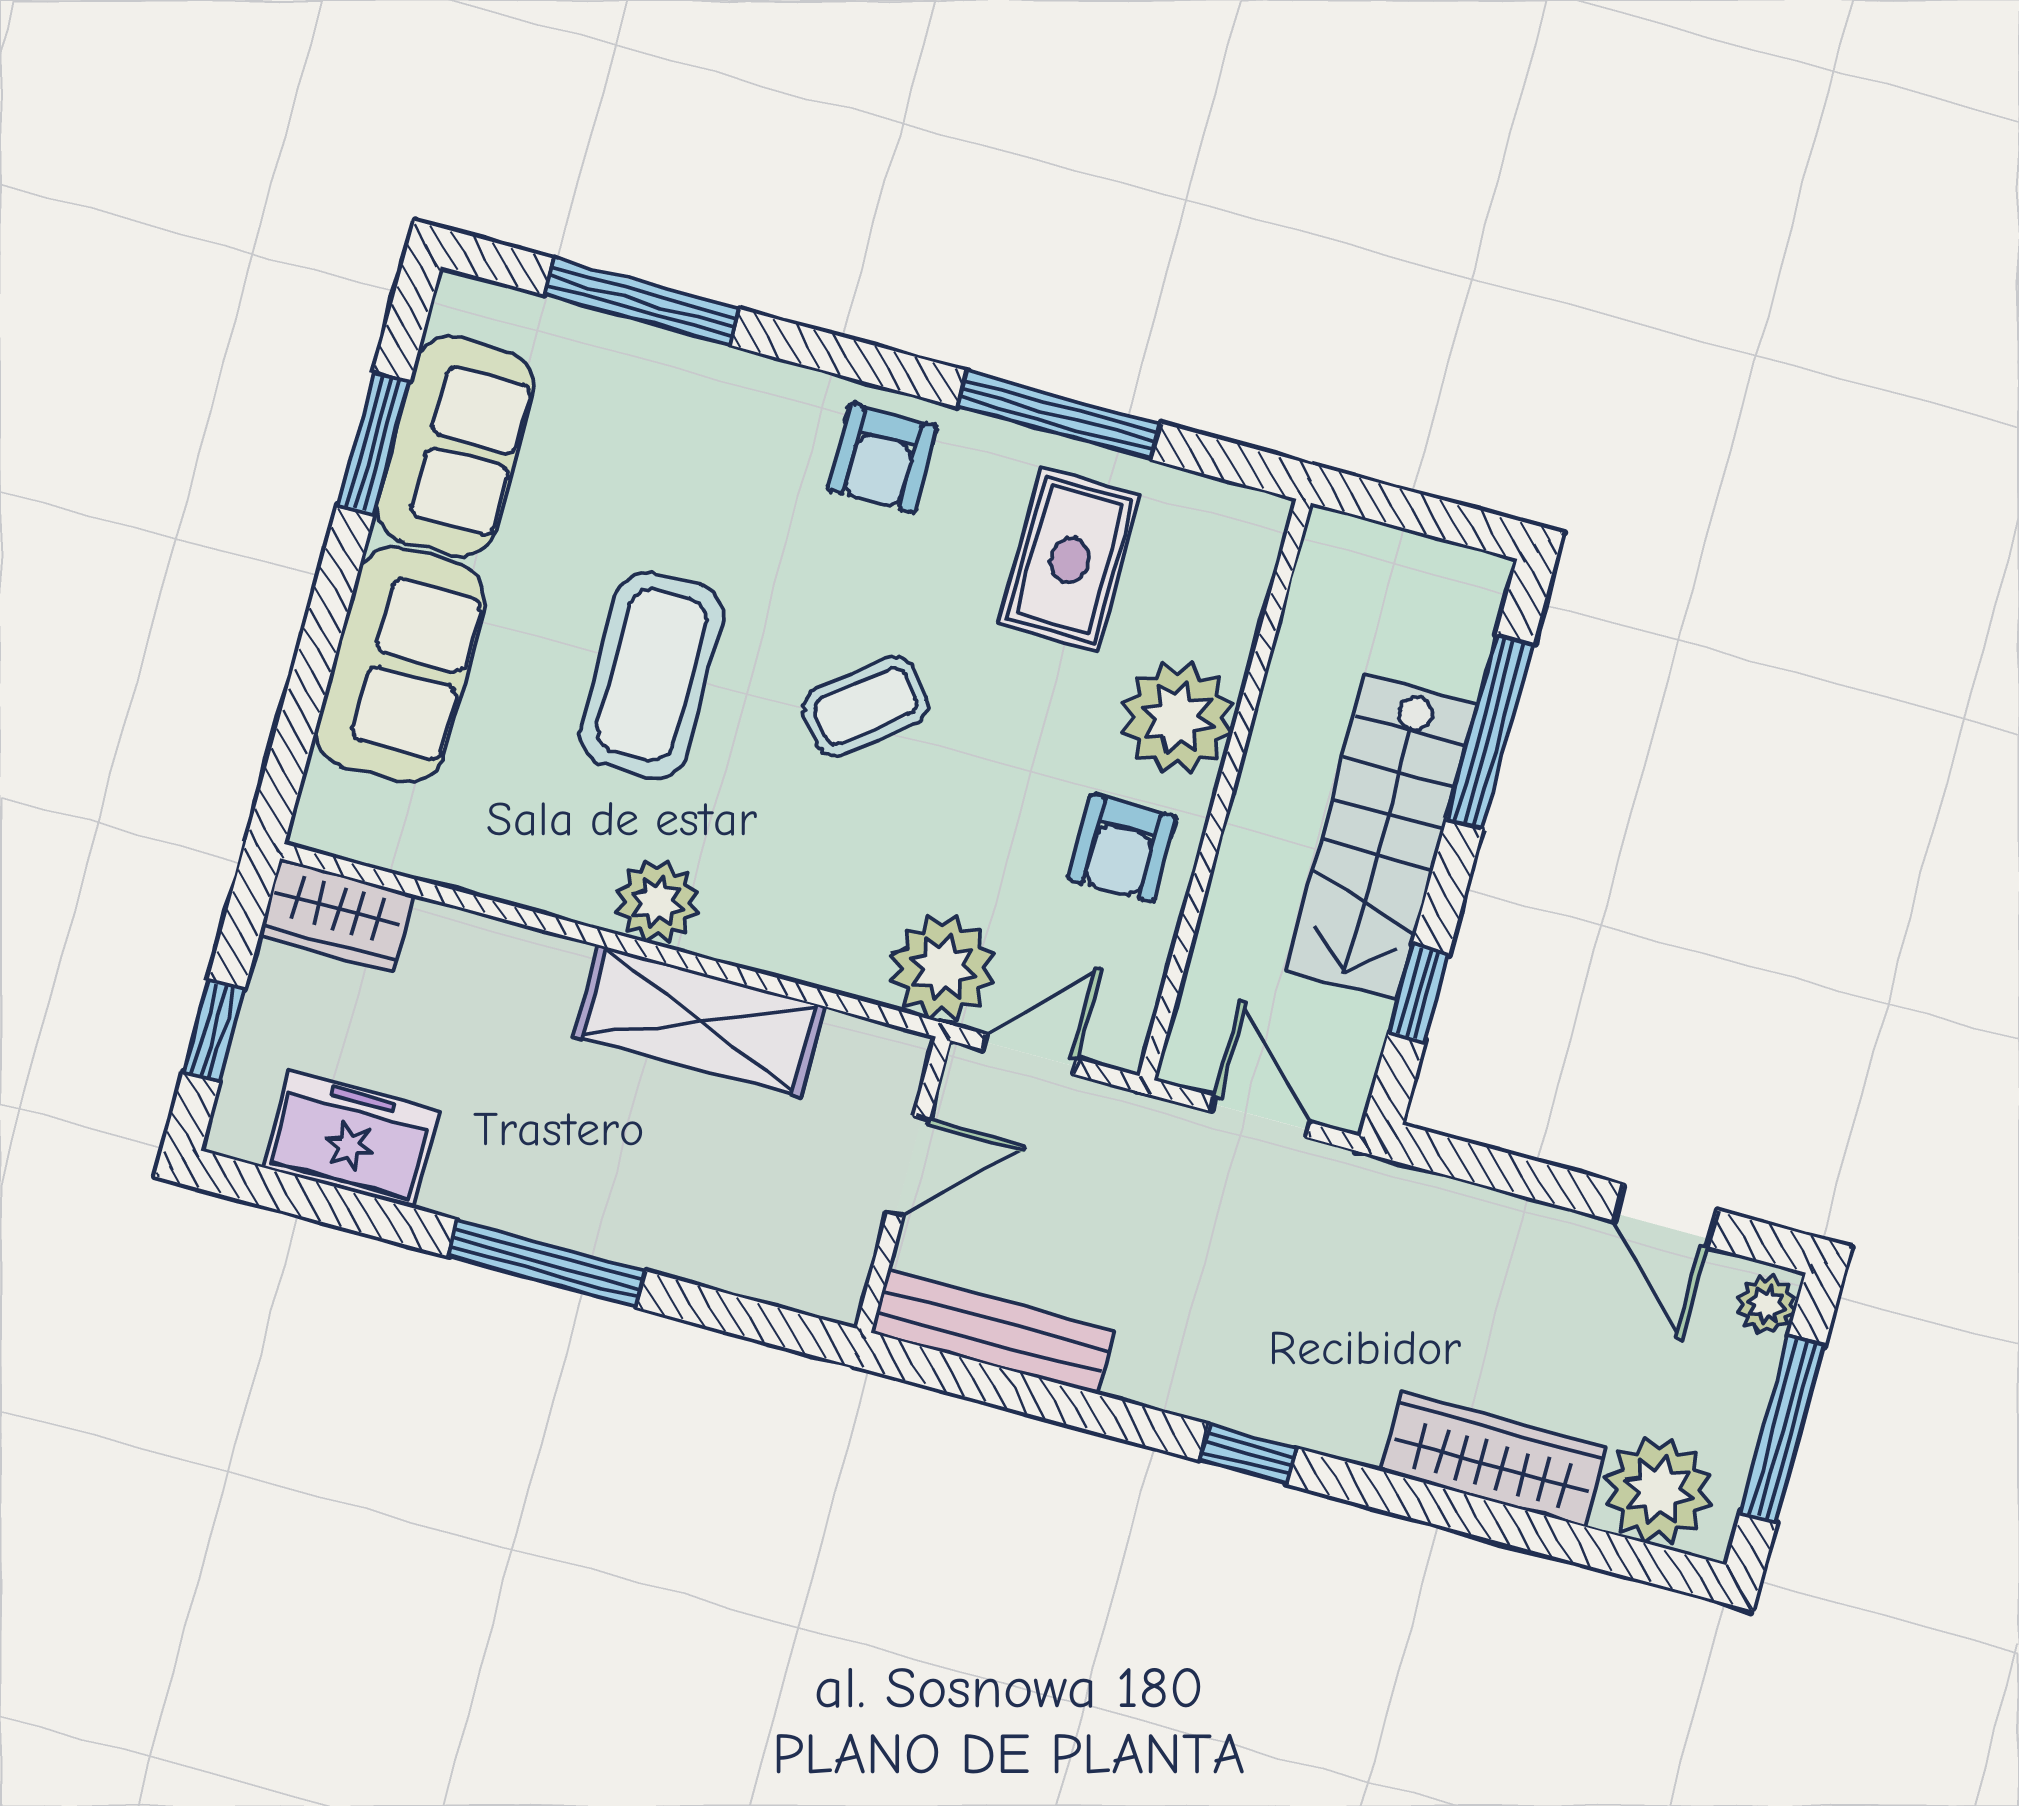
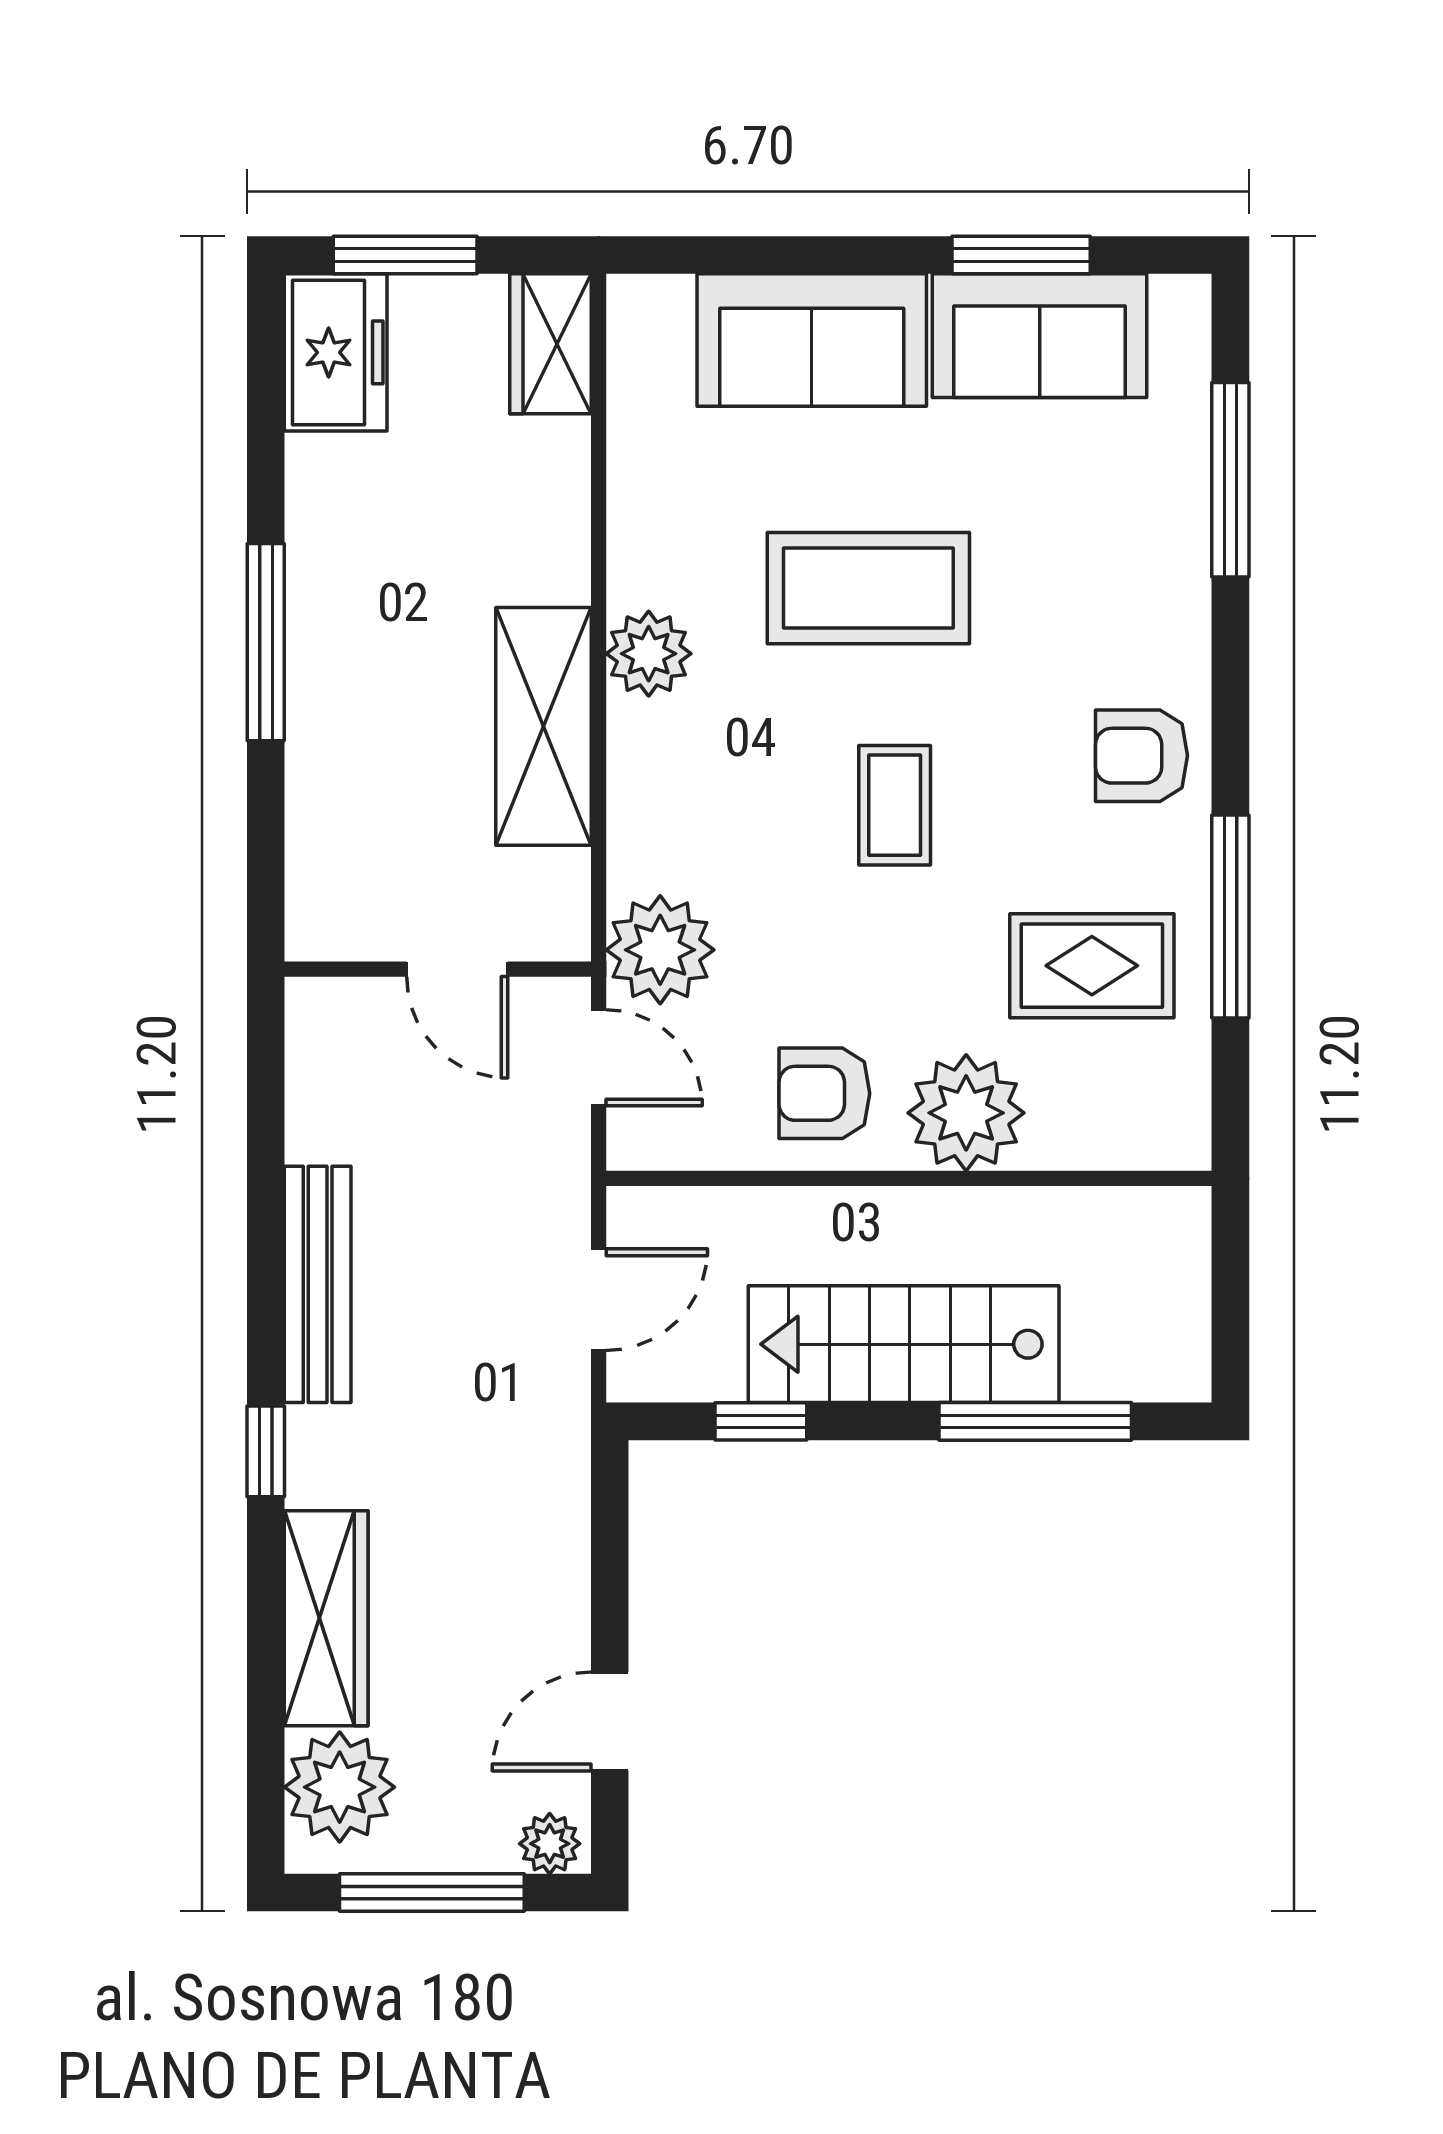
coffee table: (866, 706) -> (895, 805), turned 38
window: (214, 1031) -> (405, 255), width x1.50
freezer: (351, 1139) -> (336, 352), moved
bench: (992, 1332) -> (318, 1284), moved
window: (1248, 1454) -> (266, 1451), moved

